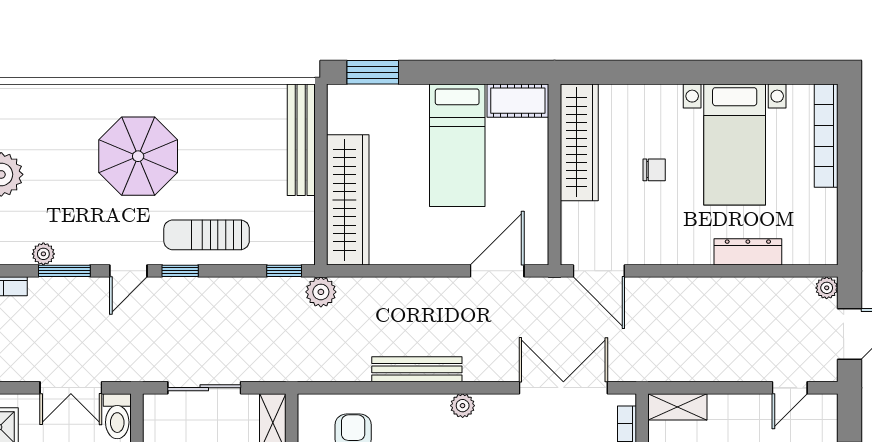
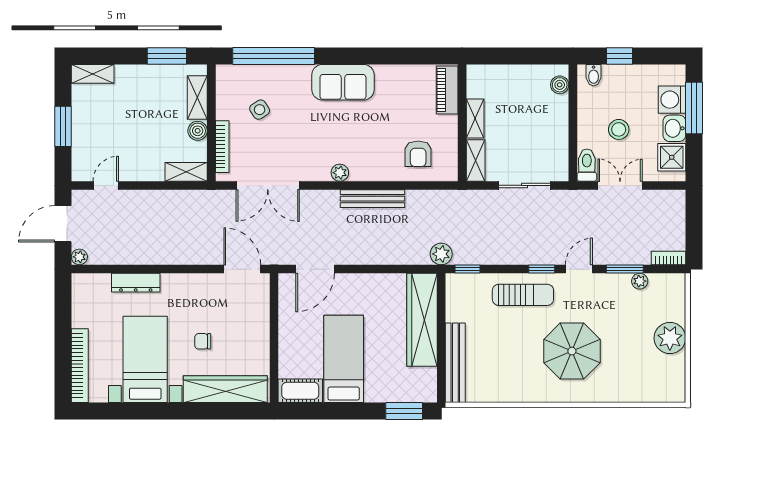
wardrobe: (579, 142) -> (225, 389), moved, turned 90

